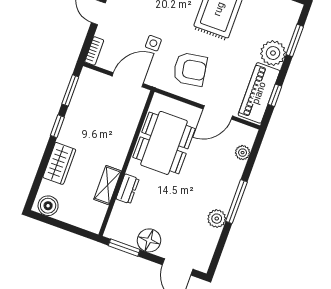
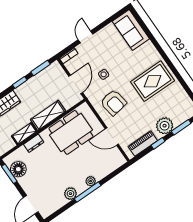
door: (128, 80) -> (76, 84), hinge flipped
piano: (259, 93) -> (143, 144), width x0.73, depth x0.75
window: (275, 95) -> (158, 143), moved
shelving: (121, 142) -> (48, 115), added
plant: (243, 153) -> (91, 181), moved
floor lamp: (149, 240) -> (18, 169), moved

